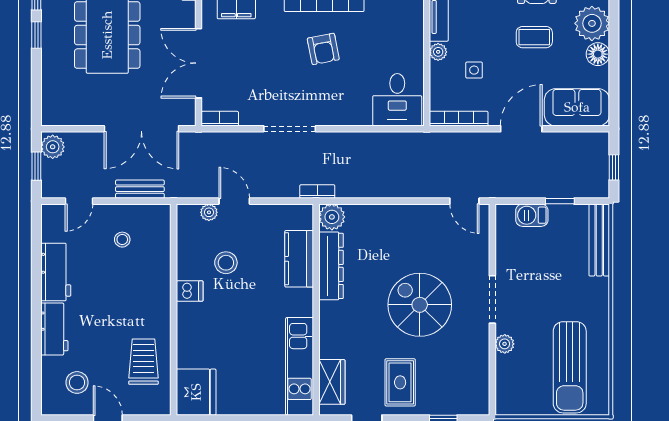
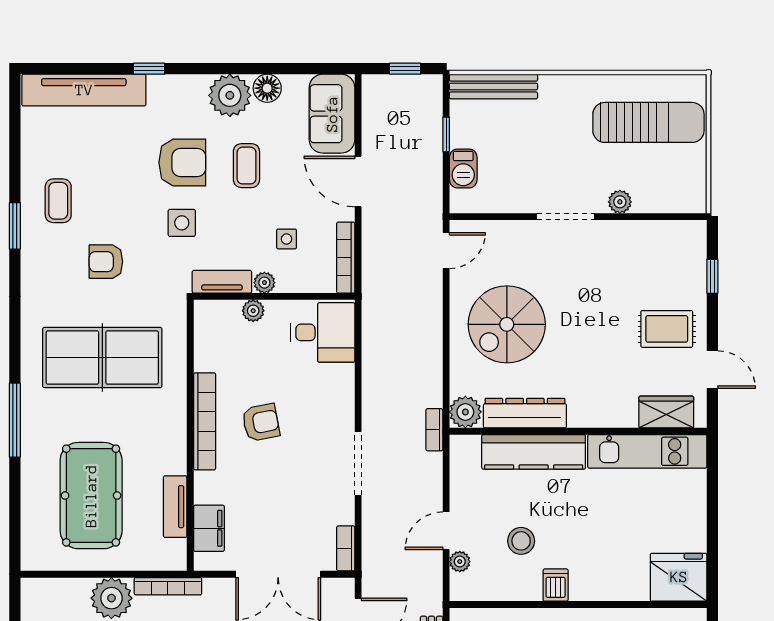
plant: (415, 43) -> (253, 311), added
kitchen counter: (299, 259) -> (534, 452), width x1.50
spiral stairs: (420, 305) -> (507, 324), moved

